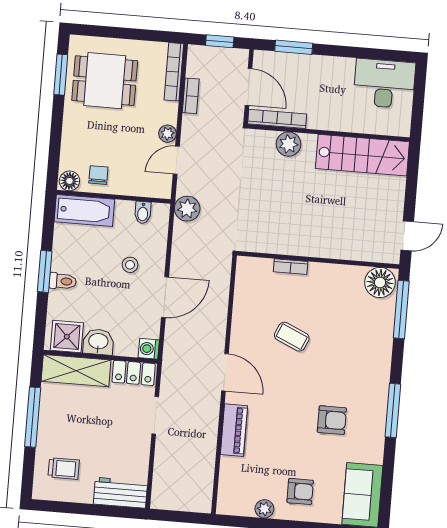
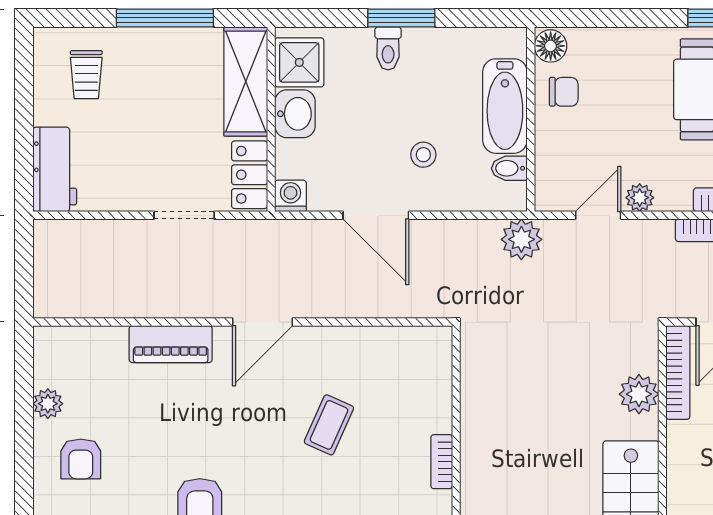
door: (176, 160) -> (598, 215), hinge flipped
bathtub: (84, 210) -> (505, 106), moved
bookcase: (291, 267) -> (442, 462), moved

